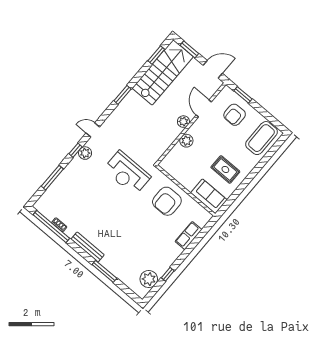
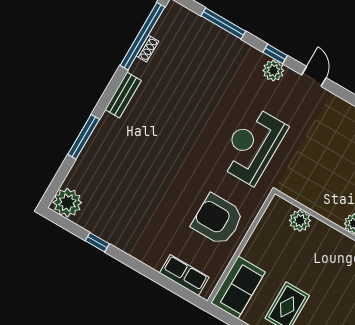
plant: (186, 141) -> (300, 221), moved
row of seats: (189, 236) -> (184, 275), moved
bench: (88, 247) -> (123, 95), width x0.73
plant: (149, 279) -> (67, 203), moved

